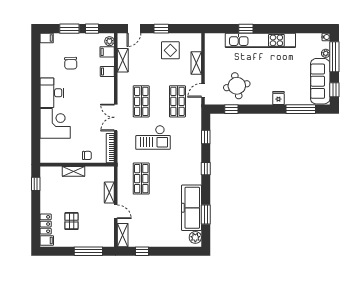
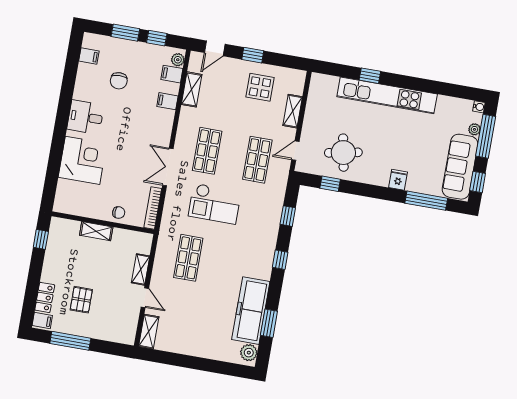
filing cabinet: (47, 38) -> (89, 56), moved
desk: (52, 93) -> (85, 117), width x0.73
window: (88, 251) -> (70, 341), moved
window: (142, 251) -> (172, 359), removed

